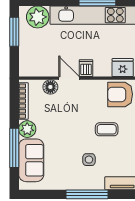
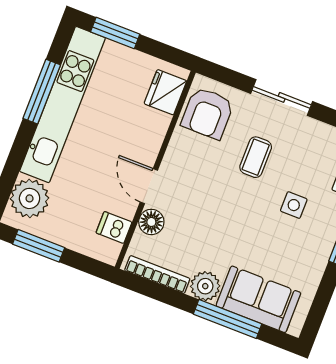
dishwasher: (86, 68) -> (114, 227), moved
door: (69, 78) -> (149, 186), hinge flipped

